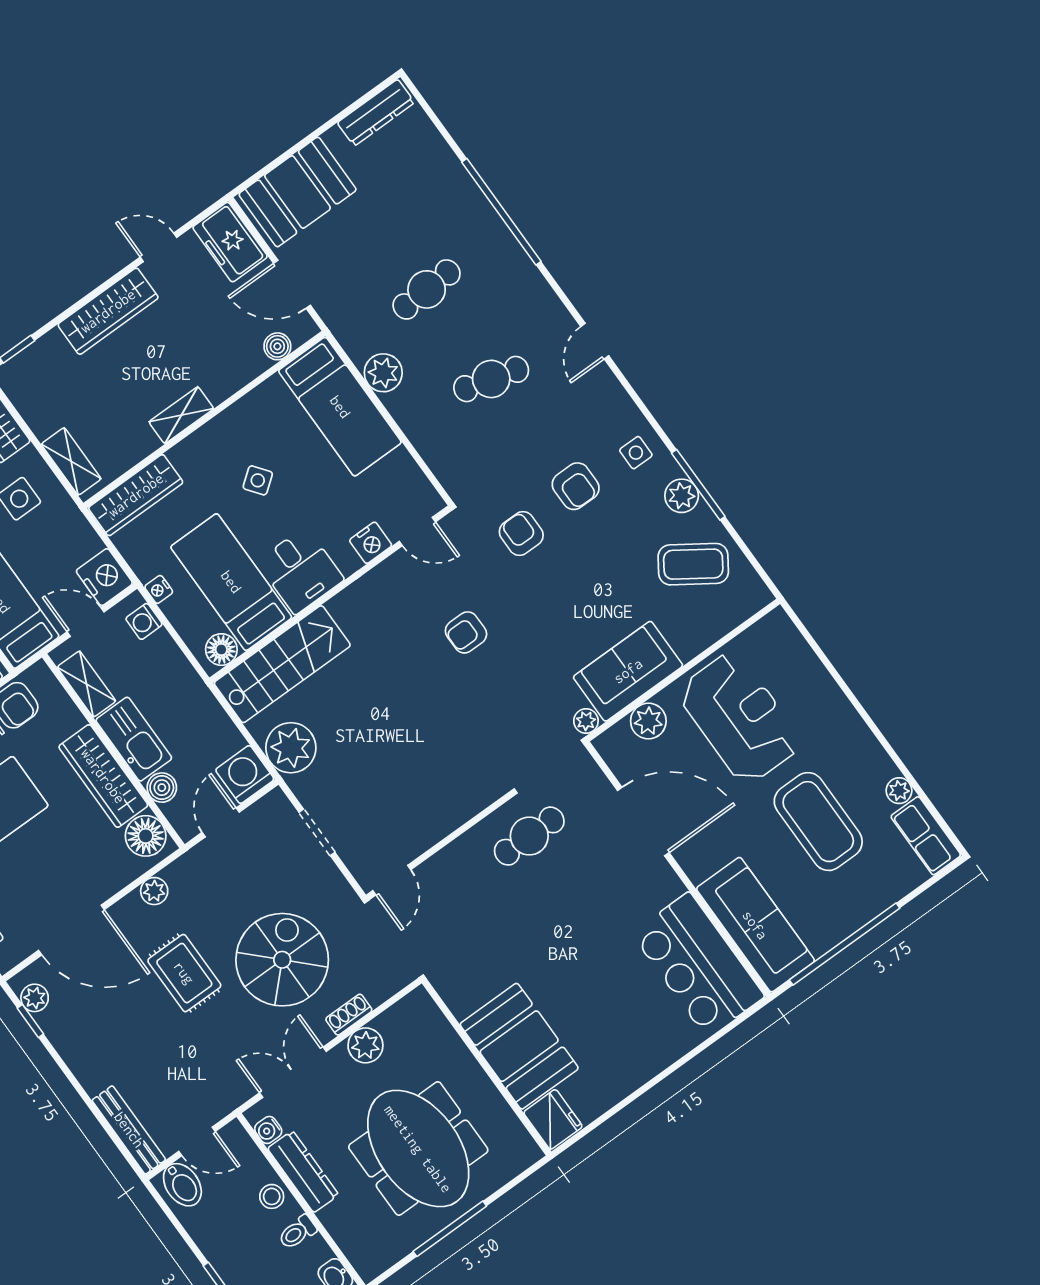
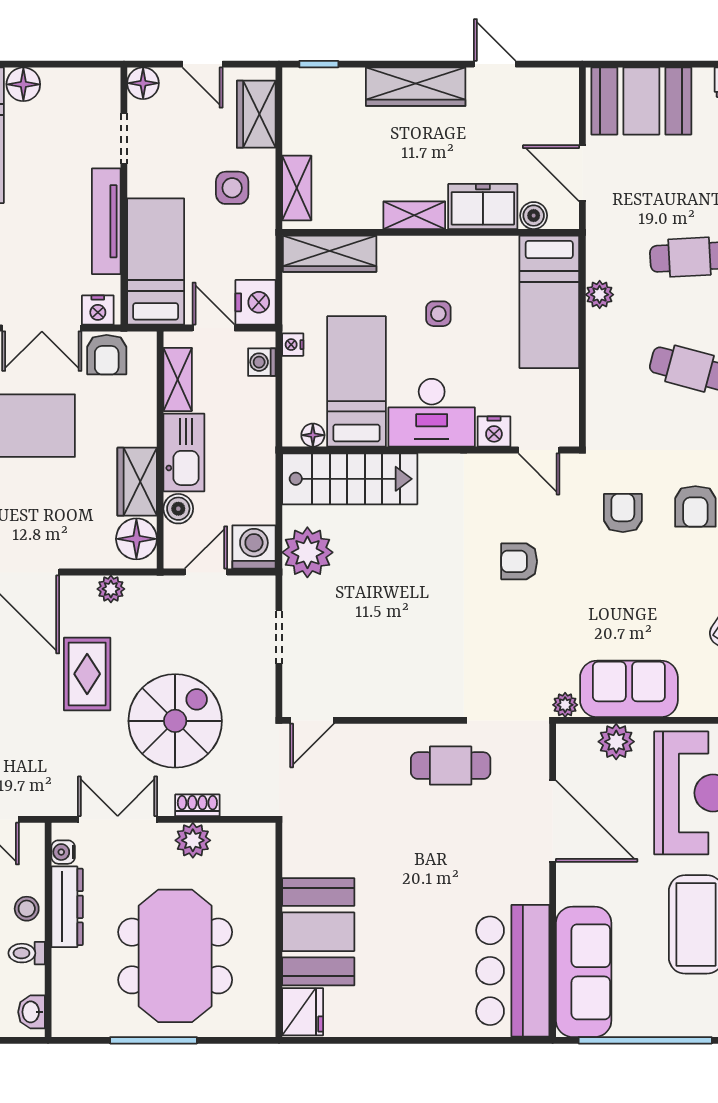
freezer: (230, 242) -> (483, 207), moved, turned 90
plant: (383, 373) -> (600, 295), width x0.73, depth x0.73
side table: (258, 480) -> (438, 314), turned 37
desk: (300, 571) -> (432, 413), width x1.37
floor lamp: (221, 650) -> (313, 435), width x0.73, depth x0.73
wardrobe: (103, 776) -> (137, 482), width x0.67

